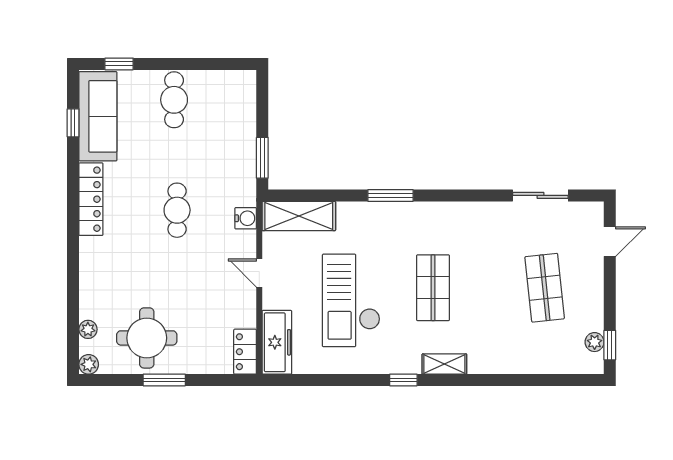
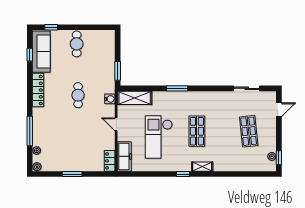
window: (73, 287) -> (30, 131), added
round table: (147, 338) -> (64, 154), removed

